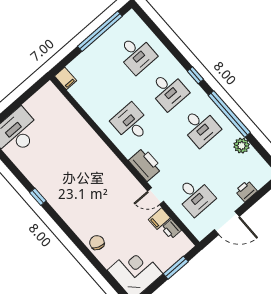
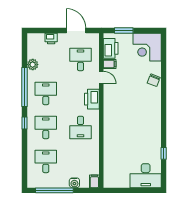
water cooler: (86, 58) -> (74, 183), added
window: (38, 197) -> (164, 153), moved
printer: (171, 229) -> (111, 48), width x1.87, depth x1.48

